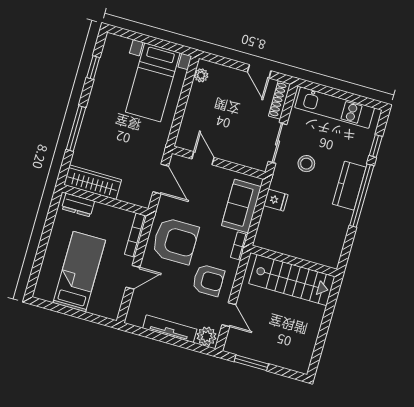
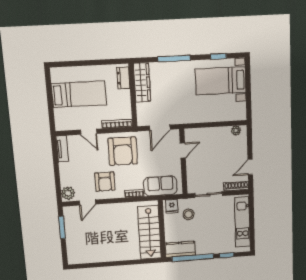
bed with nightstands: (153, 82) -> (221, 81), moved
stool: (306, 164) -> (188, 214), moved
kitchen counter: (349, 186) -> (180, 249), moved
wall: (294, 261) -> (162, 229), moved
stairs: (292, 280) -> (149, 232), moved
tv unit: (170, 329) -> (62, 149), moved, width x0.71

